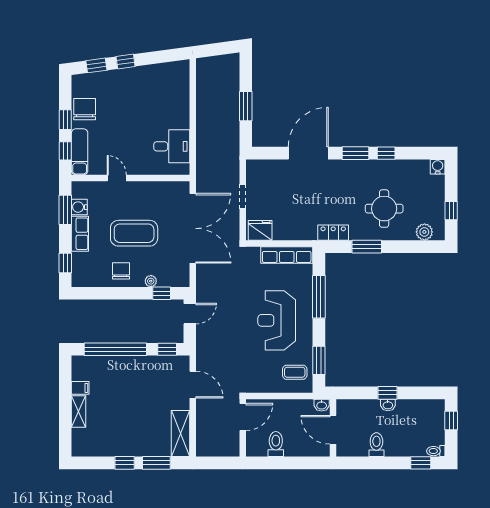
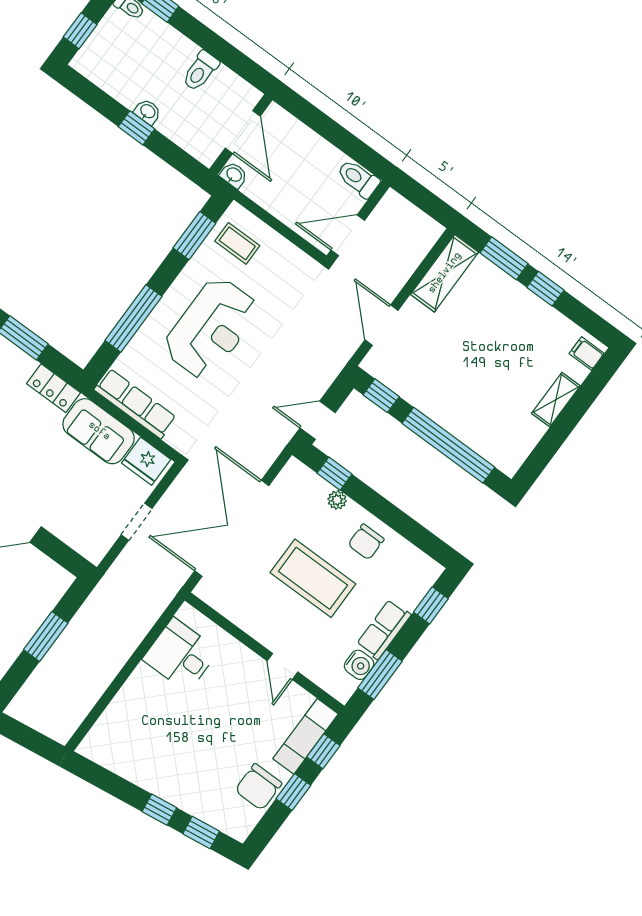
sofa: (295, 228) -> (99, 431), added
filing cabinet: (80, 388) -> (587, 354), moved
toilet: (276, 444) -> (358, 179), moved, turned 90

